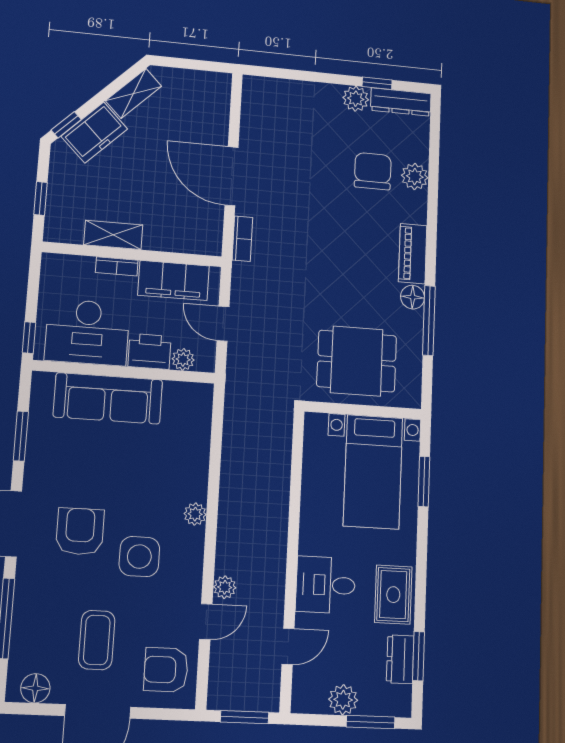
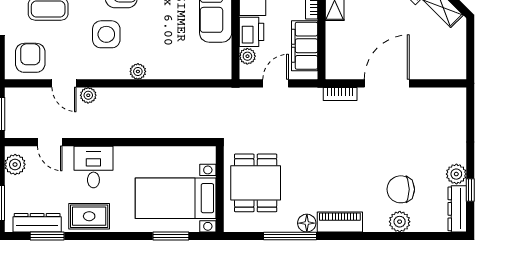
chair: (373, 171) -> (401, 189), turned 180
dresser: (400, 659) -> (37, 223), width x1.44
plant: (343, 700) -> (15, 164), moved

